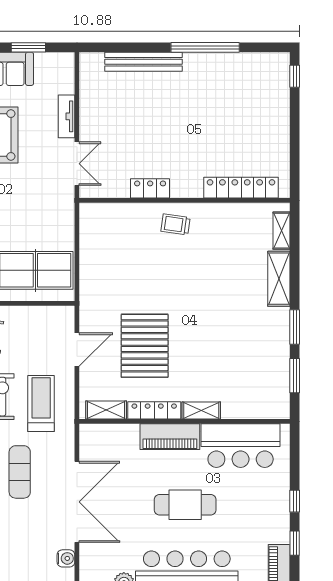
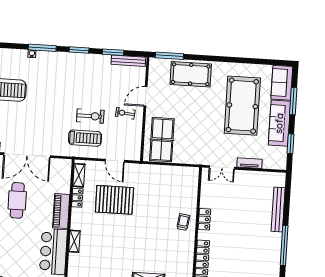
locker: (150, 188) -> (204, 219), moved
locker: (154, 410) -> (77, 198), width x0.66
shelving: (201, 411) -> (74, 241), moved
exercise mat: (20, 472) -> (46, 123), removed
cafe table: (185, 505) -> (17, 200), moved

